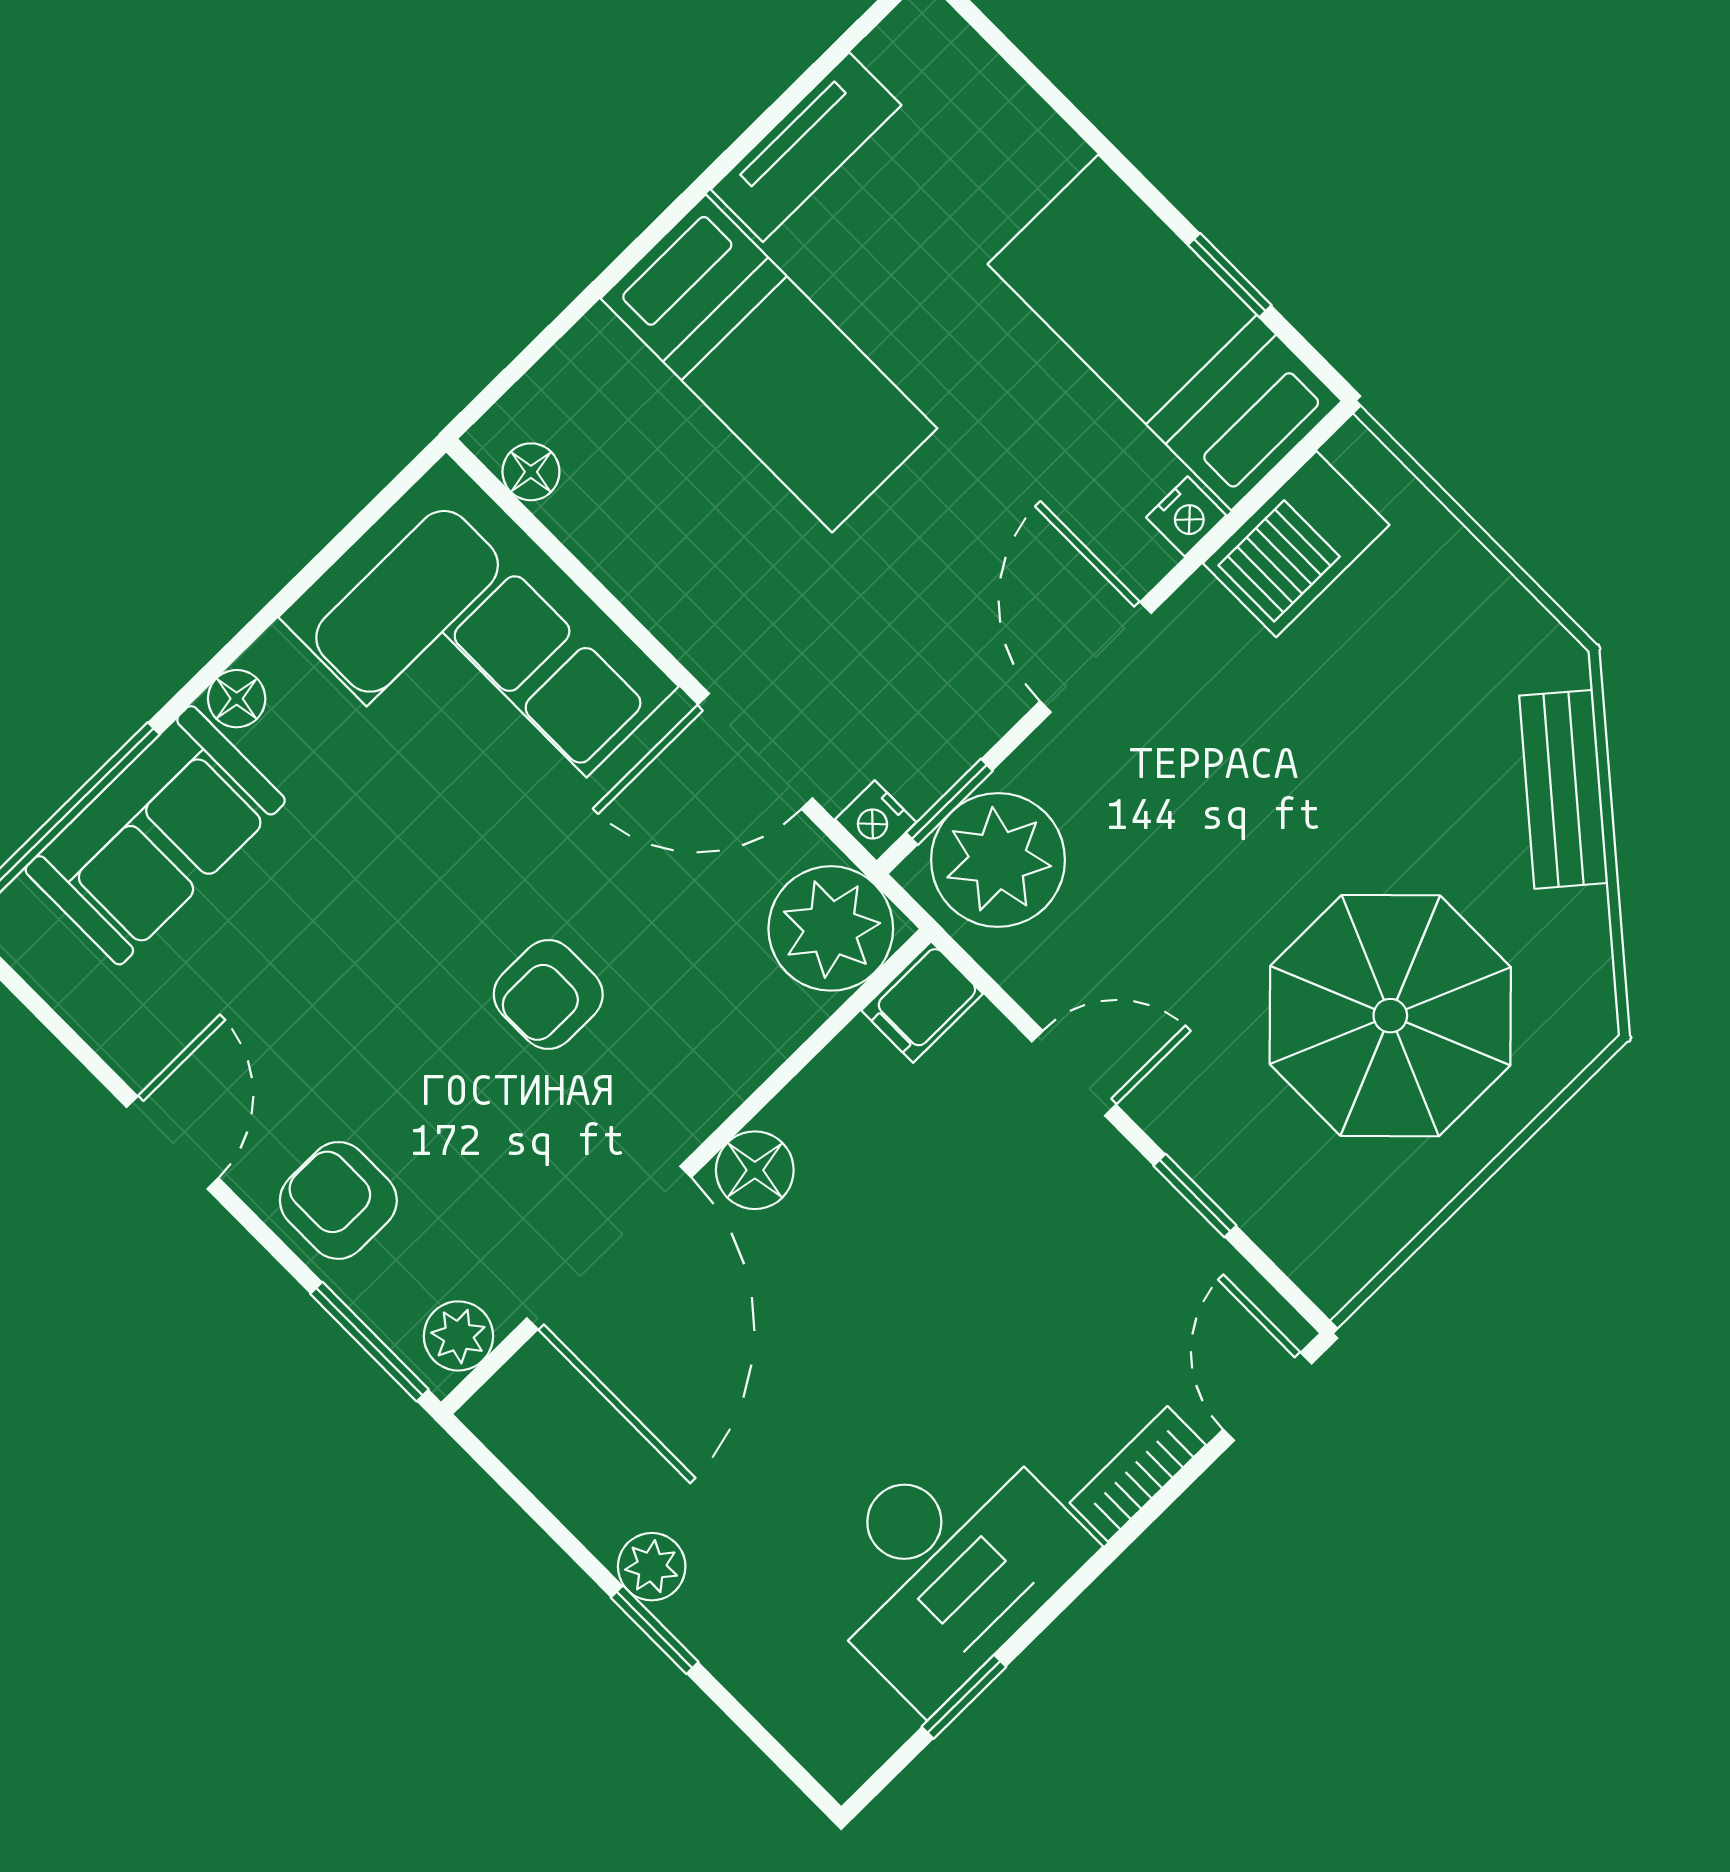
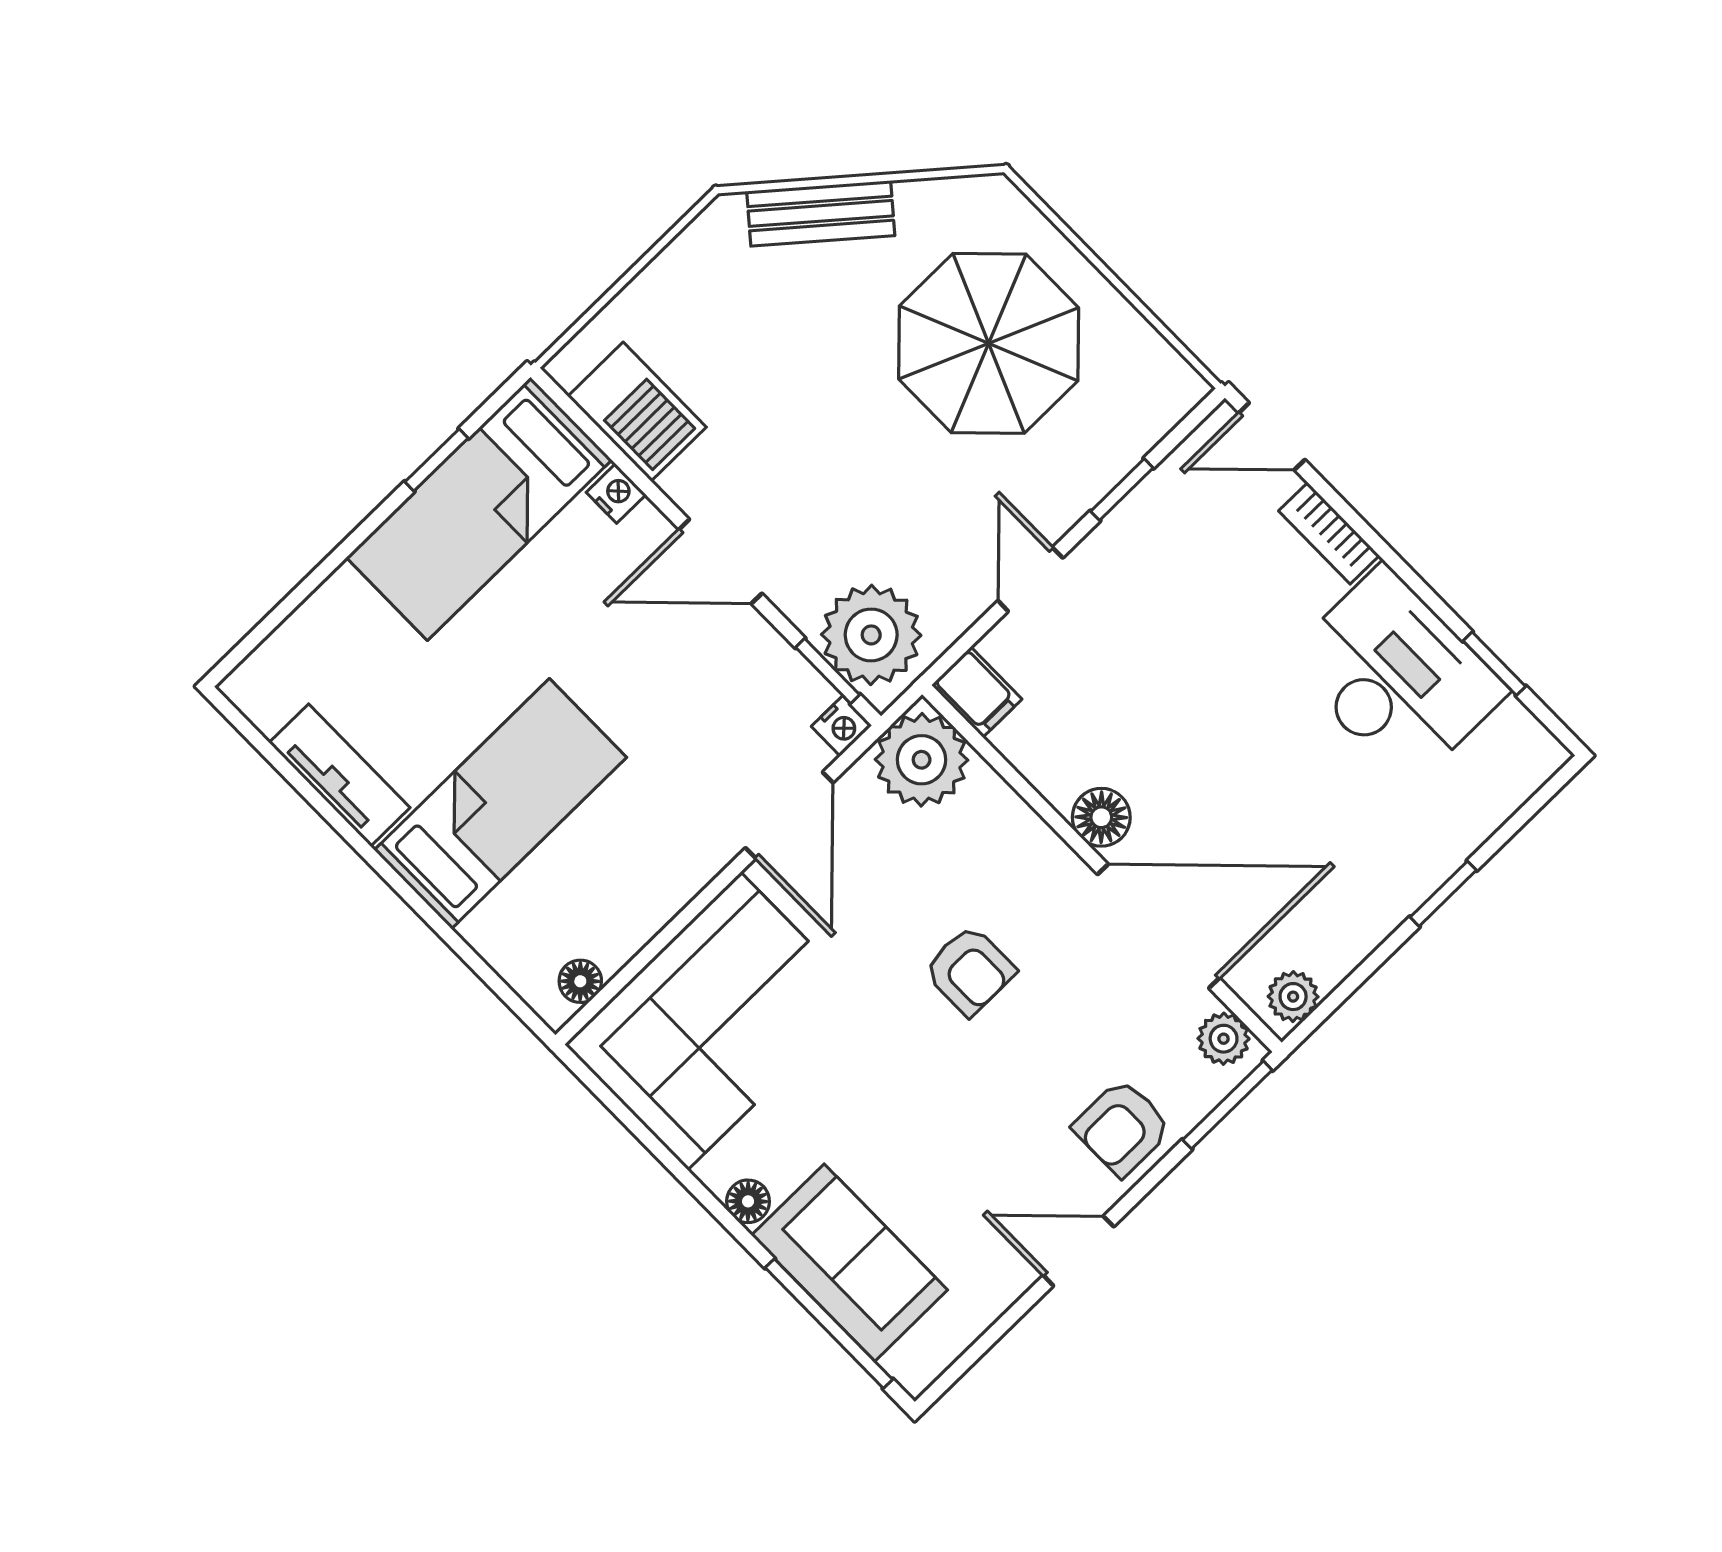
plant: (652, 1567) -> (1293, 997), moved

